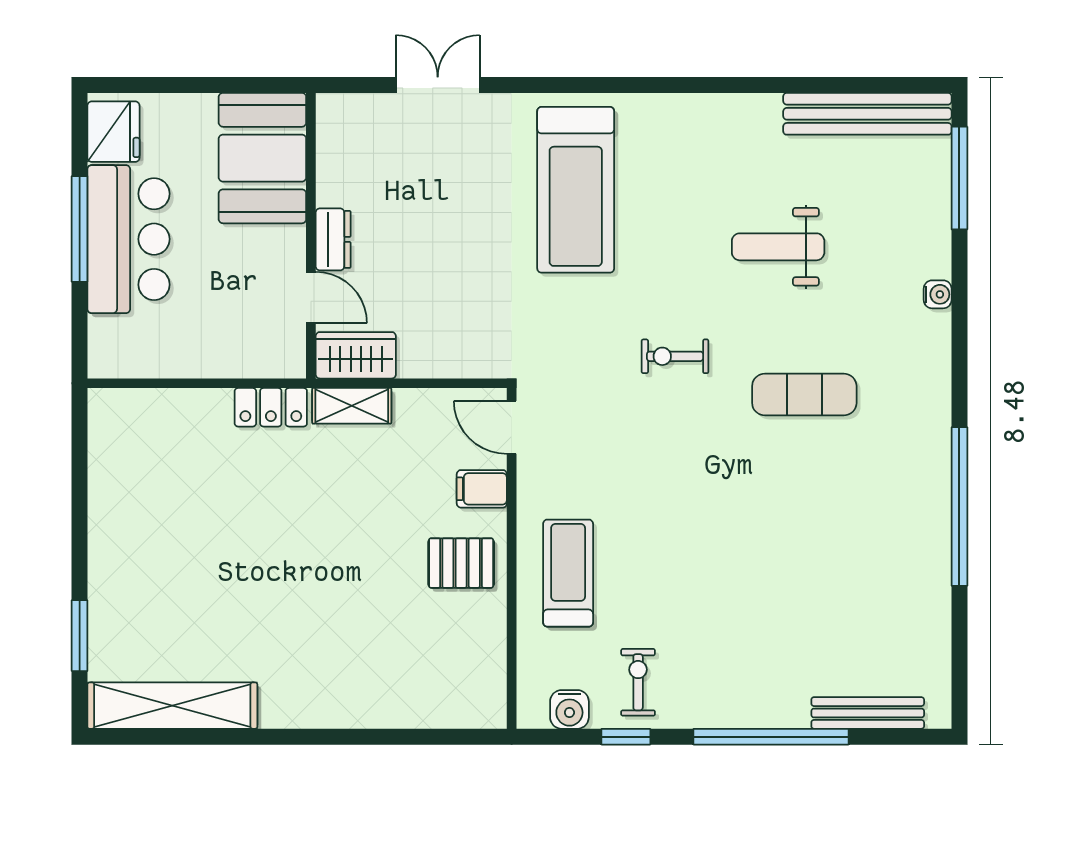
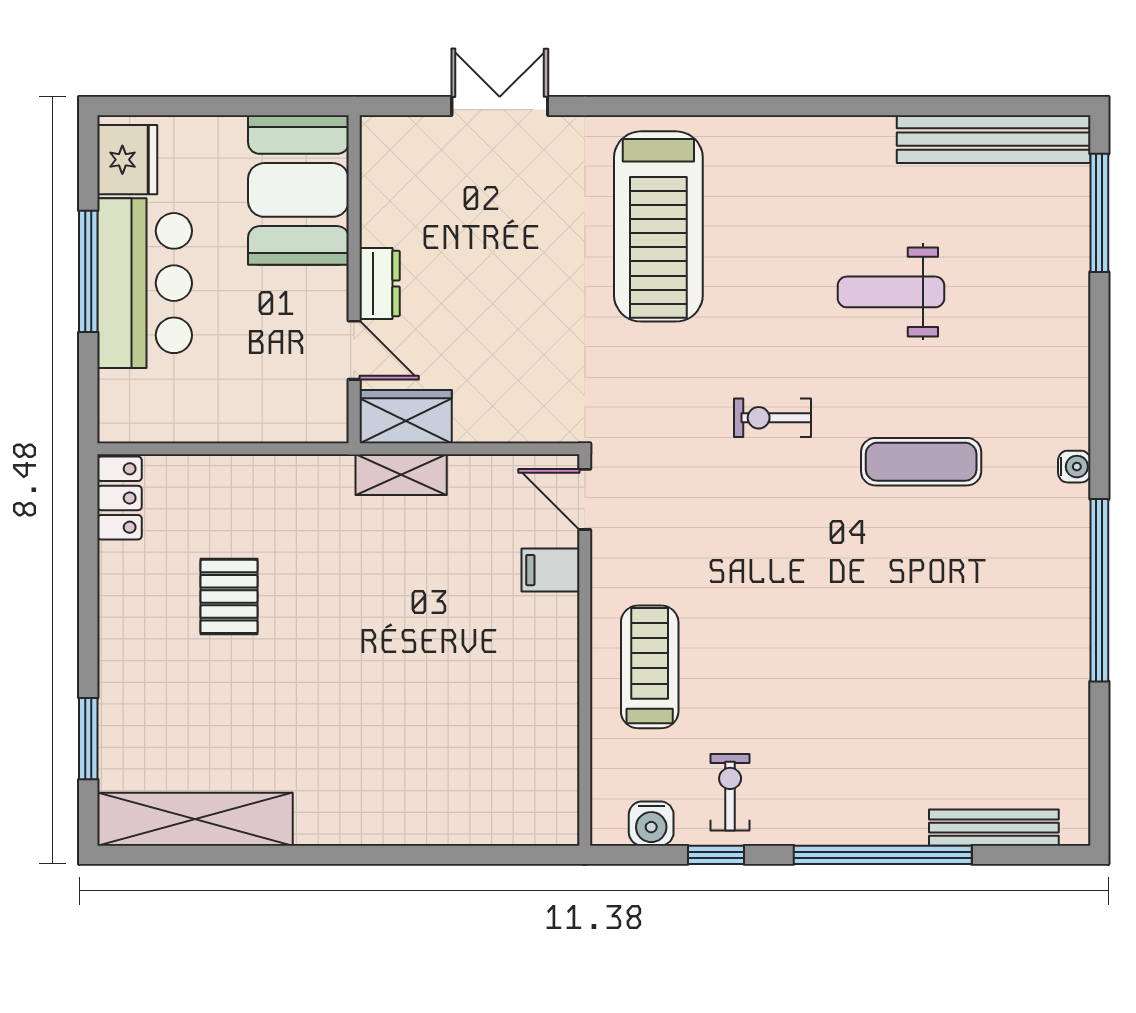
water cooler: (938, 294) -> (1074, 467), moved
locker: (271, 407) -> (119, 498), moved, turned -90
pallet: (461, 563) -> (229, 596), moved, turned 90

